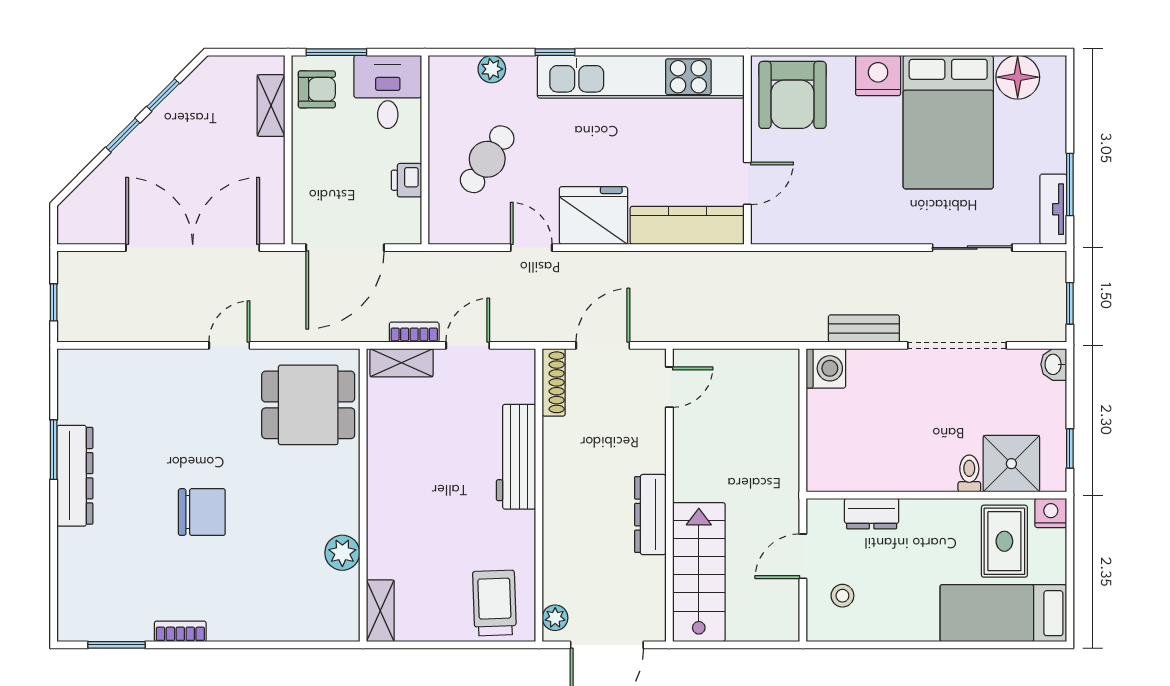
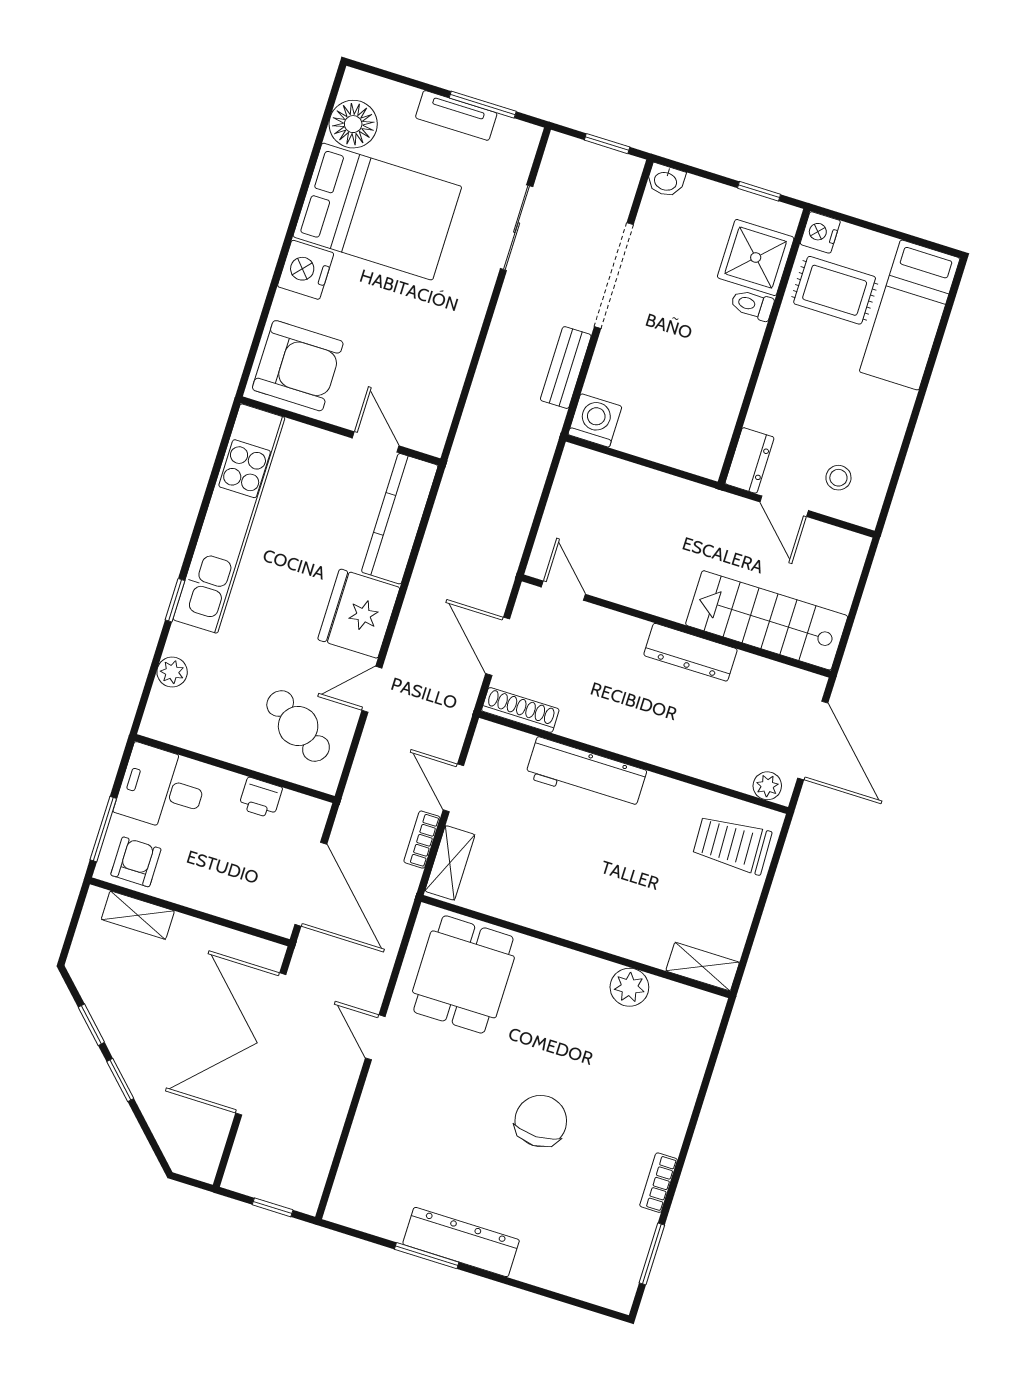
cafe table: (487, 159) -> (298, 726), moved
tv unit: (1053, 209) -> (456, 115), moved
dresser: (872, 514) -> (750, 460), moved

